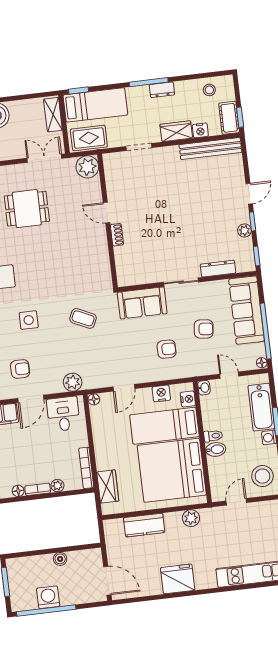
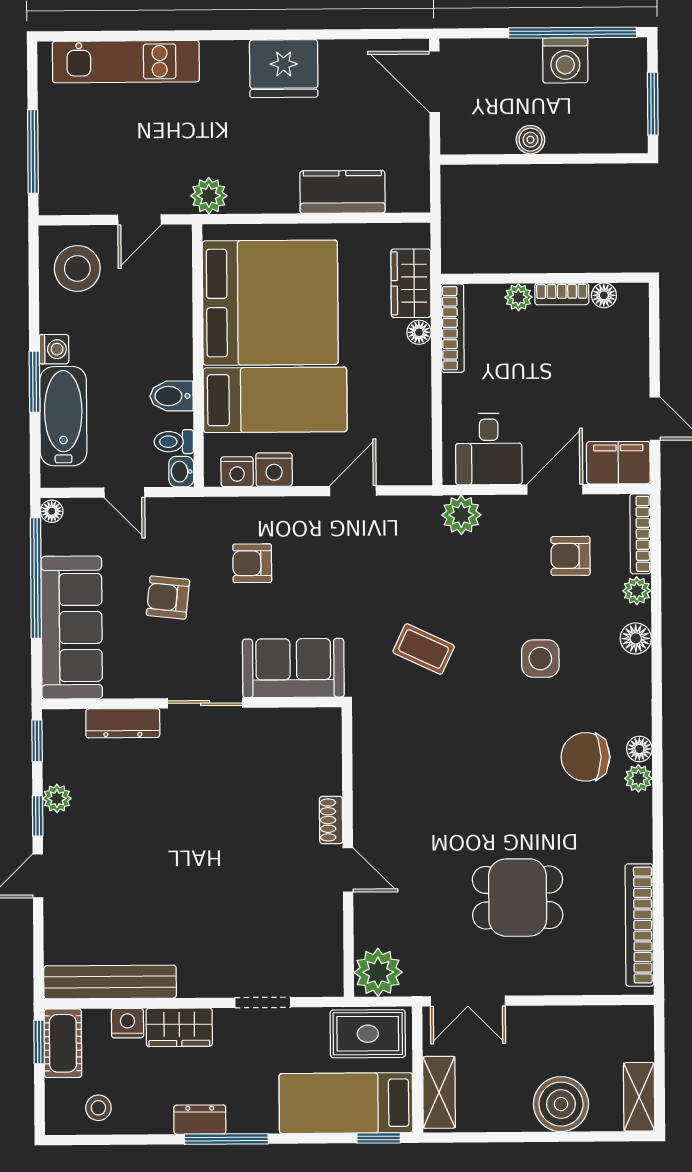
floor lamp: (94, 399) -> (419, 332), moved
nightstand: (188, 399) -> (237, 472), moved, turned -90
toilet: (213, 436) -> (174, 442), moved
bidet: (216, 449) -> (171, 396), moved
plant: (191, 518) -> (209, 196), moved

